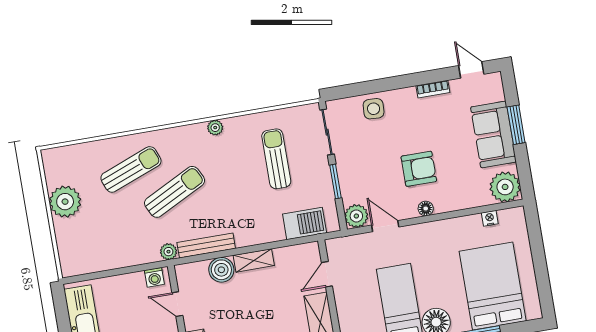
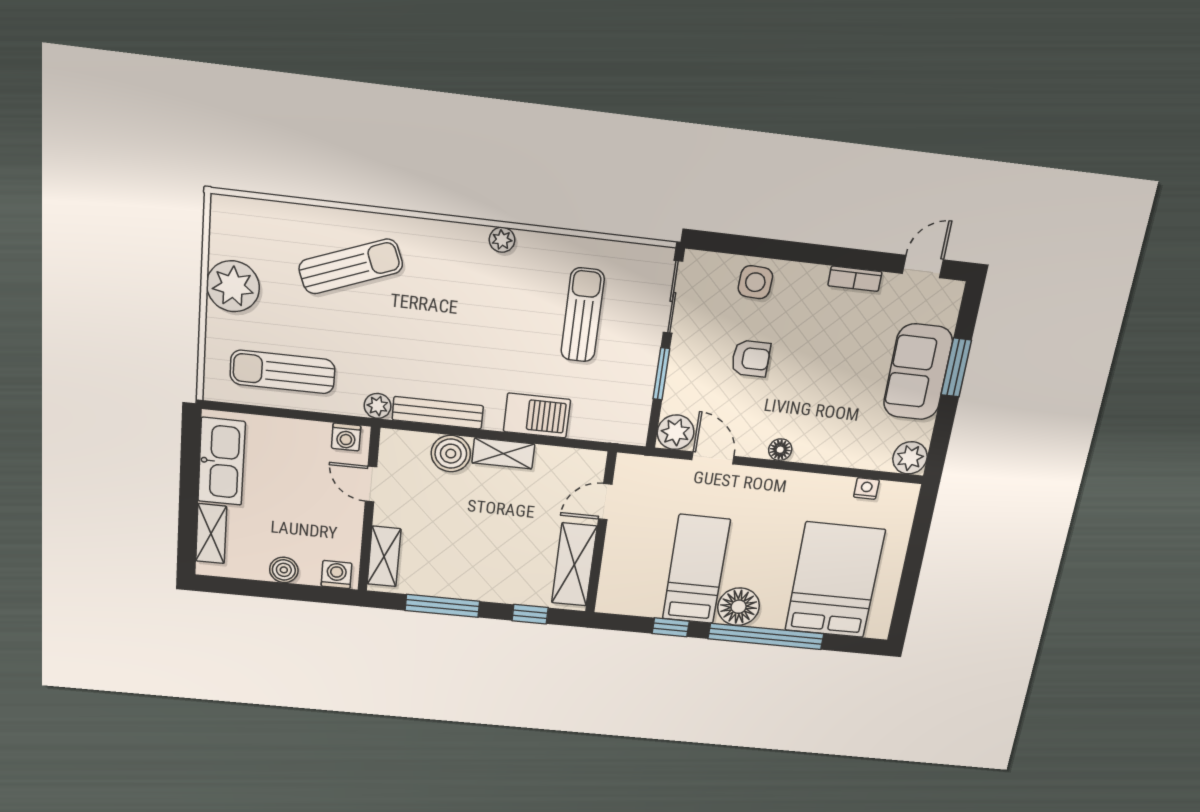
door: (471, 70) -> (923, 267), hinge flipped
armchair: (419, 169) -> (751, 358), moved, width x0.72, depth x0.72
plant: (505, 187) -> (910, 458), width x0.73, depth x0.73
sun lounger: (175, 192) -> (283, 372), moved, turned -153
barbecue: (305, 223) -> (537, 415), moved

